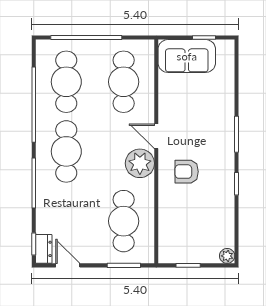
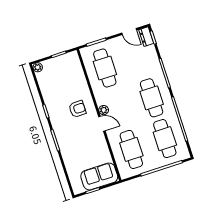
plant: (140, 163) -> (104, 110), width x0.53, depth x0.53

